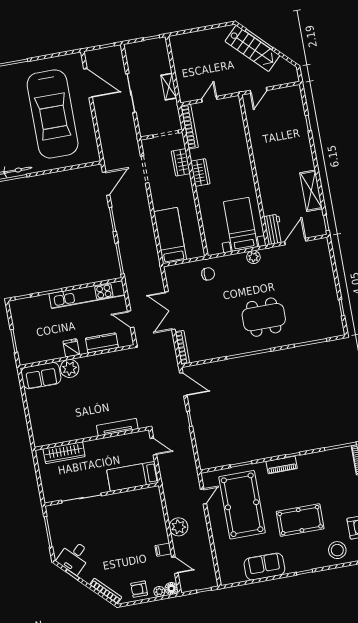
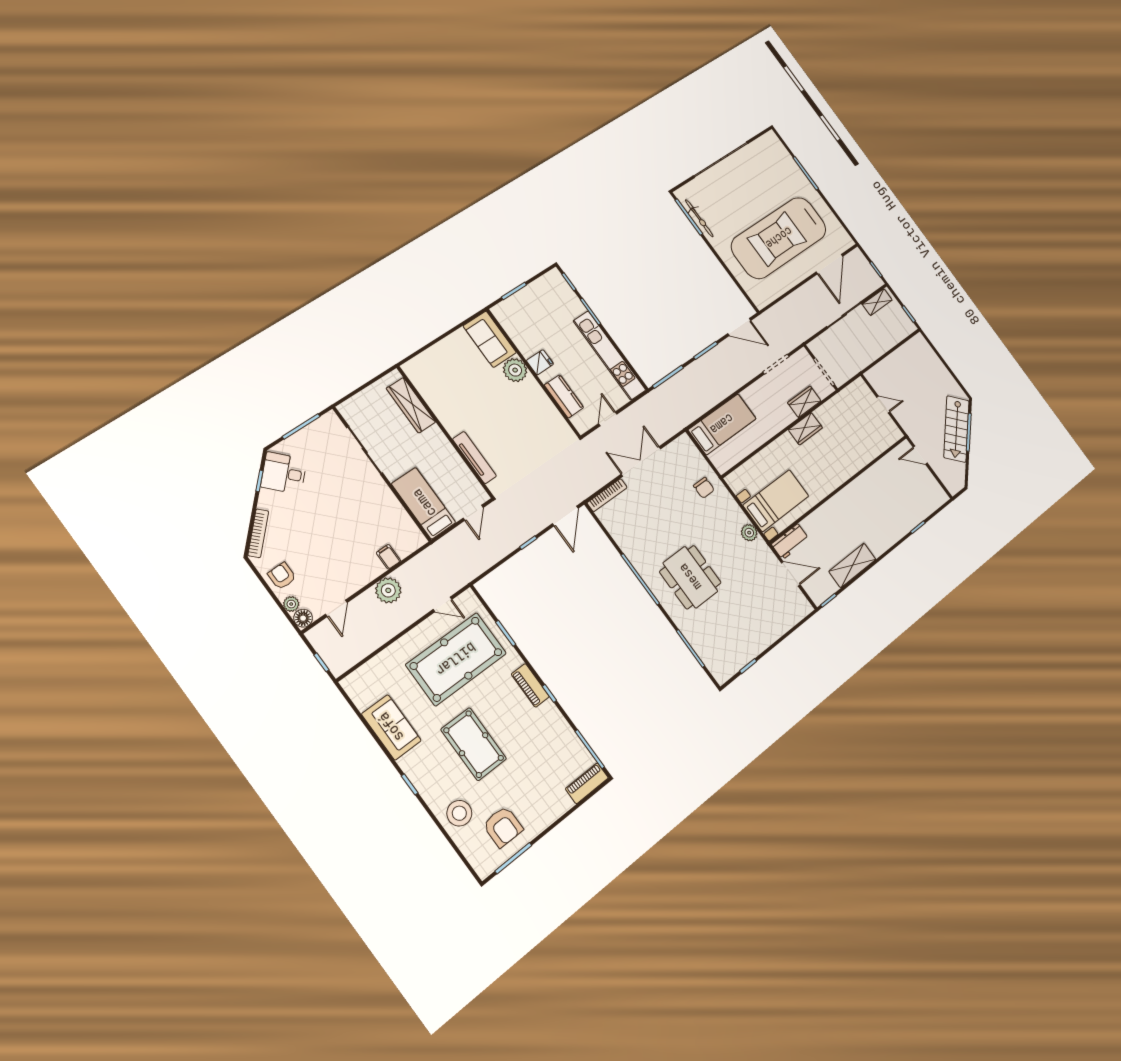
shelving: (169, 87) -> (877, 302), moved
bookcase: (190, 127) -> (845, 395), removed
filing cabinet: (163, 550) -> (388, 557), moved

